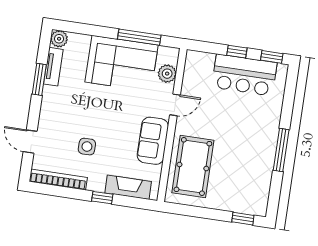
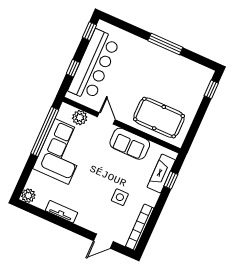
window: (139, 37) -> (45, 132), width x1.46
window: (237, 52) -> (73, 68), moved
tv unit: (53, 67) -> (62, 212), moved
bar counter: (244, 75) -> (94, 65), width x1.36
window: (39, 79) -> (56, 220), removed
window: (102, 198) -> (171, 180), moved

